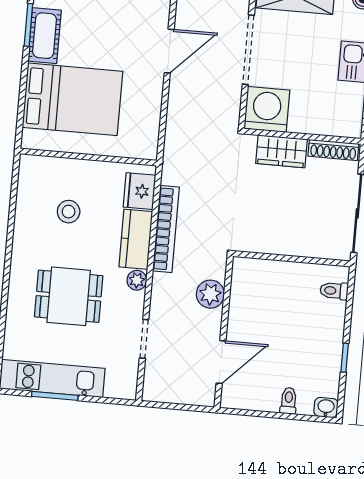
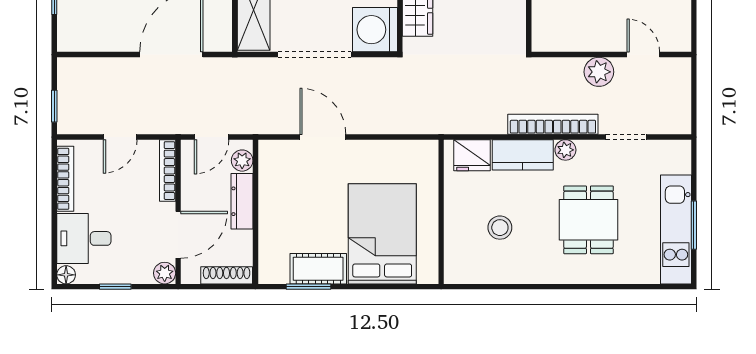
bookcase: (166, 229) -> (553, 124), moved
plant: (210, 294) -> (599, 72), moved
door: (221, 362) -> (643, 55), width x0.73

